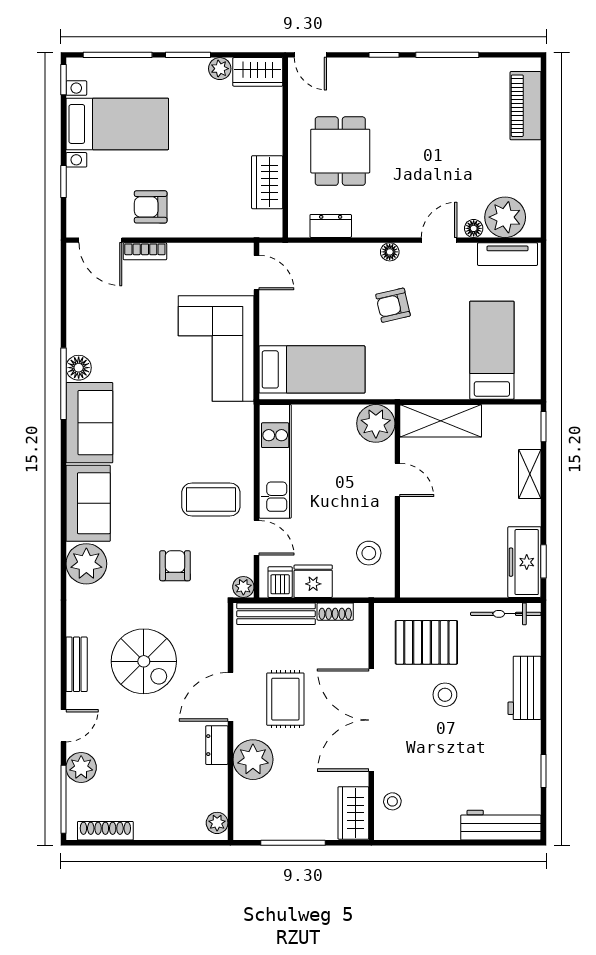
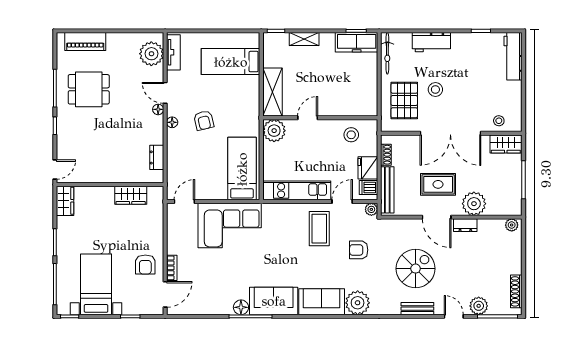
plant: (220, 69) -> (63, 223), removed
dining table: (340, 151) -> (89, 89), moved
floor lamp: (474, 228) -> (158, 109), moved

